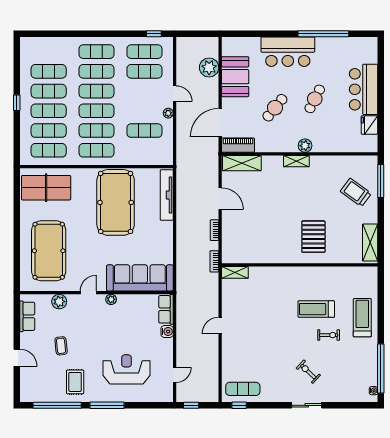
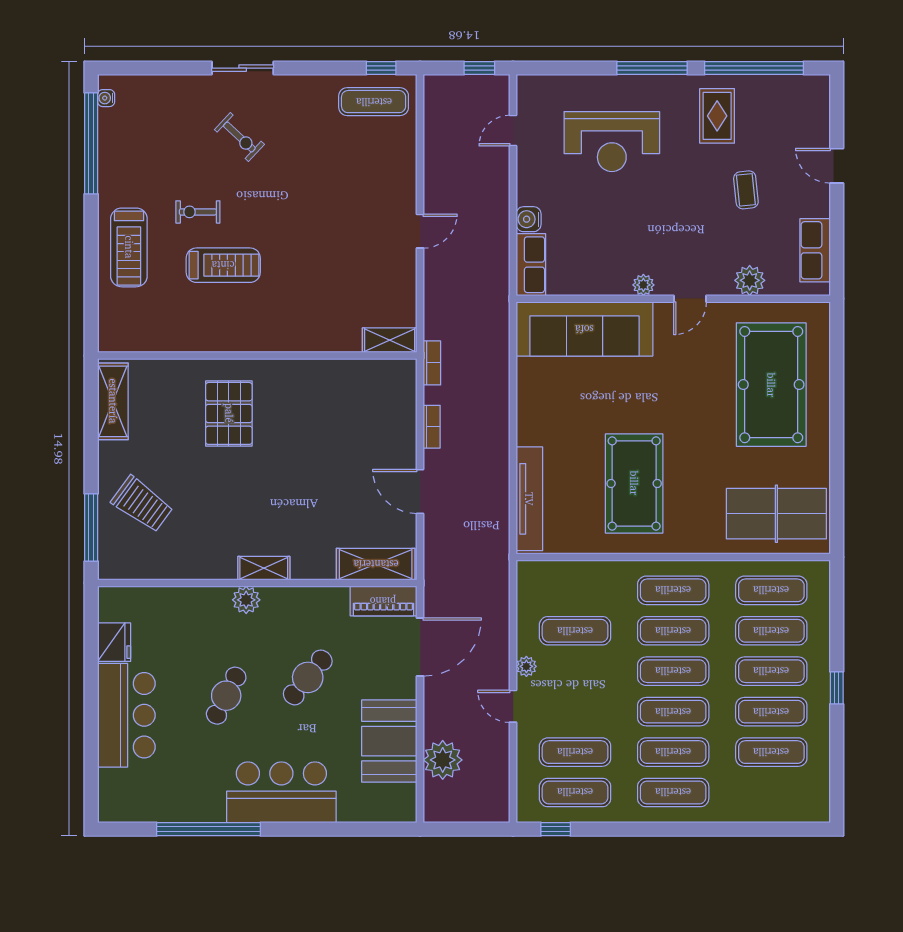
pool table: (116, 202) -> (634, 483), width x0.73, depth x0.76

